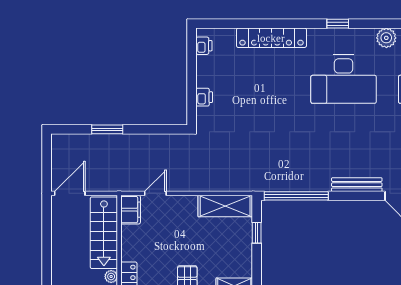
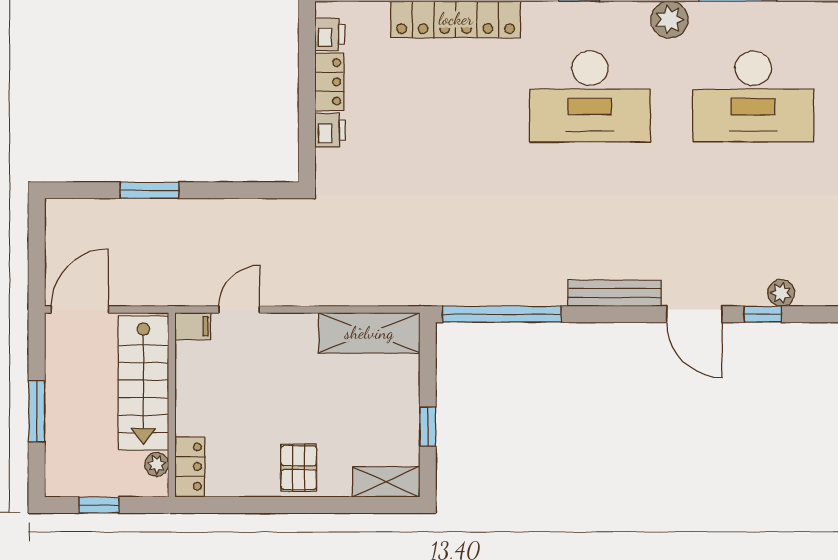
locker: (204, 71) -> (329, 82), added
filing cabinet: (131, 210) -> (193, 326), width x0.50
window: (257, 233) -> (428, 427), moved
window: (47, 248) -> (37, 411), added

